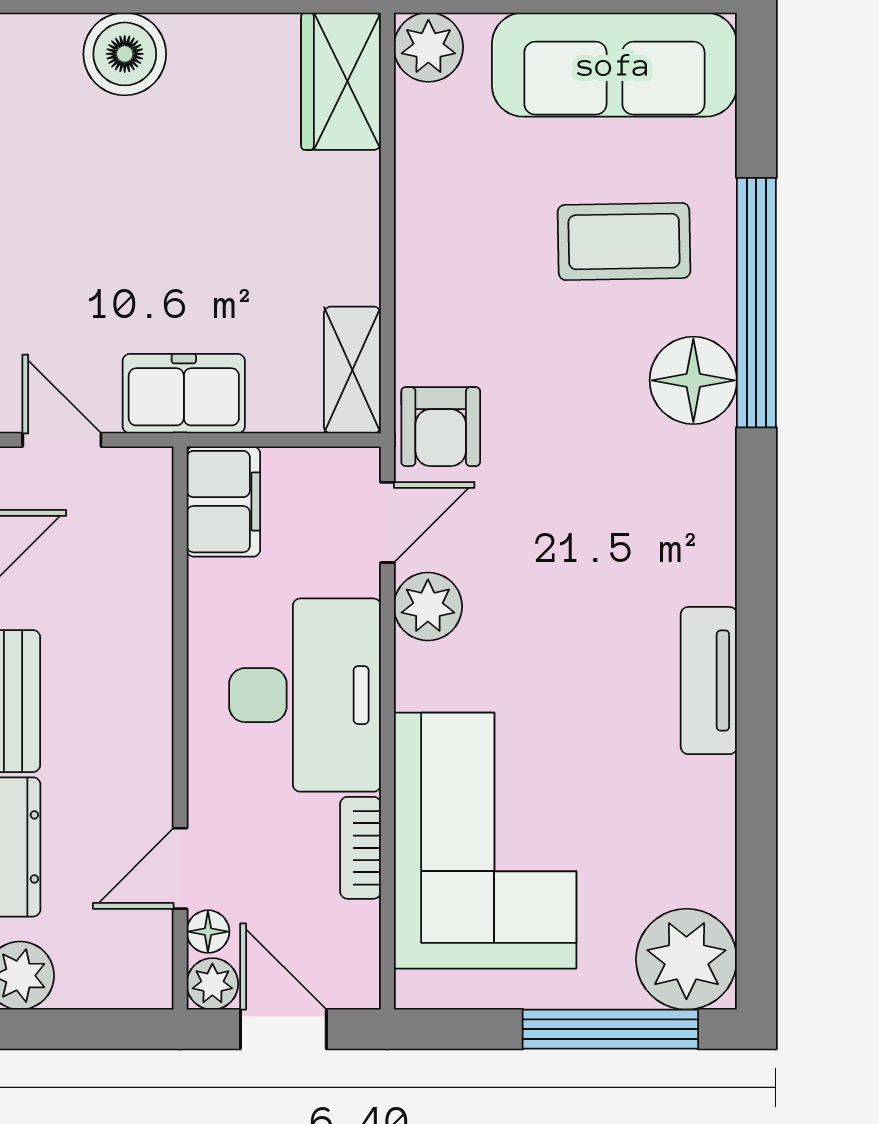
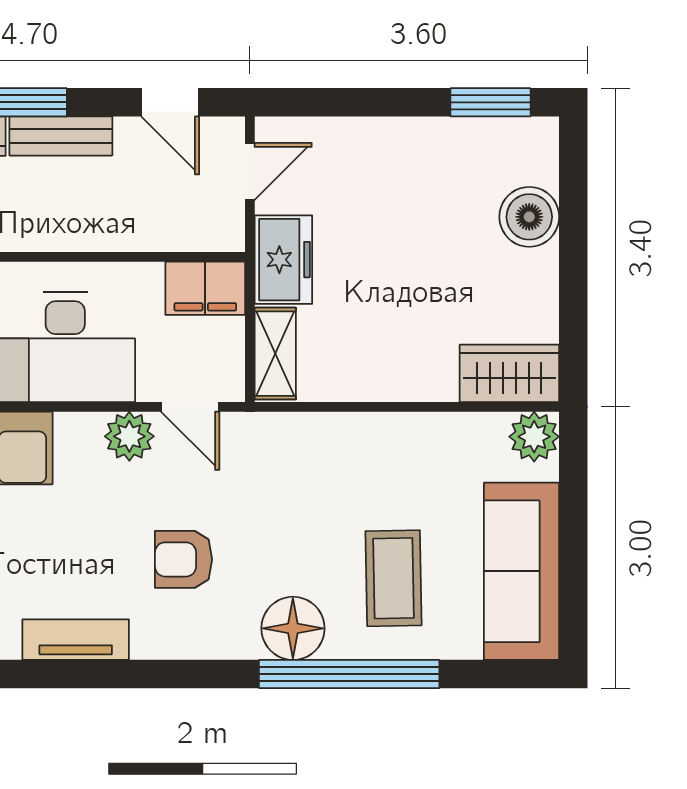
shelving: (352, 370) -> (275, 354), moved, turned 90
armchair: (441, 427) -> (183, 559), moved

